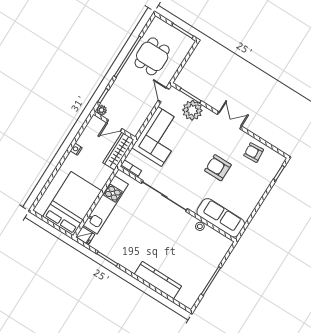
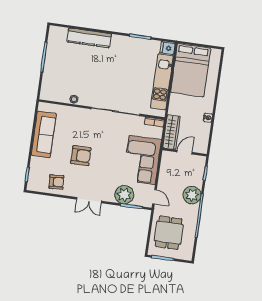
dining table: (152, 56) -> (169, 233), moved
plant: (102, 110) -> (192, 195), moved, width x1.88, depth x1.88
sofa: (221, 218) -> (44, 134), moved, turned -90

